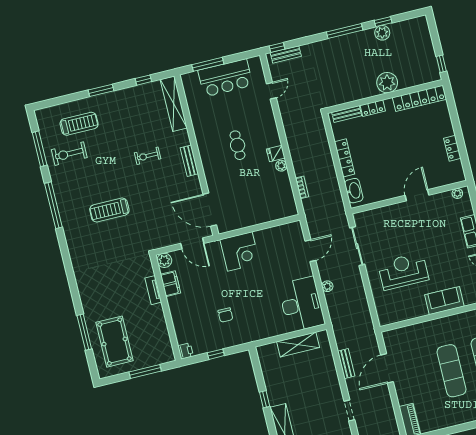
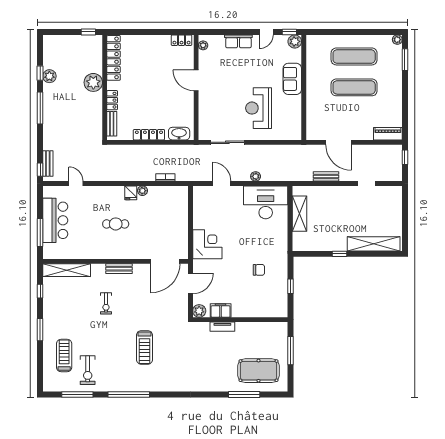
locker: (452, 148) -> (182, 40), moved
printer: (186, 351) -> (281, 312), removed

